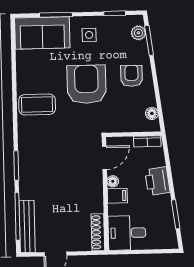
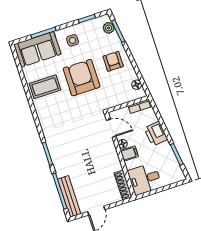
coffee table: (37, 104) -> (45, 87), moved
door: (104, 158) -> (111, 128), hinge flipped

